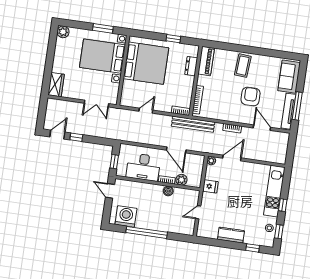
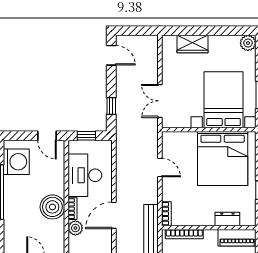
wardrobe: (56, 85) -> (192, 44), moved
window: (76, 137) -> (111, 106), moved
door: (110, 191) -> (47, 136), swing flipped
boiler: (168, 191) -> (52, 207), width x1.86, depth x1.86

